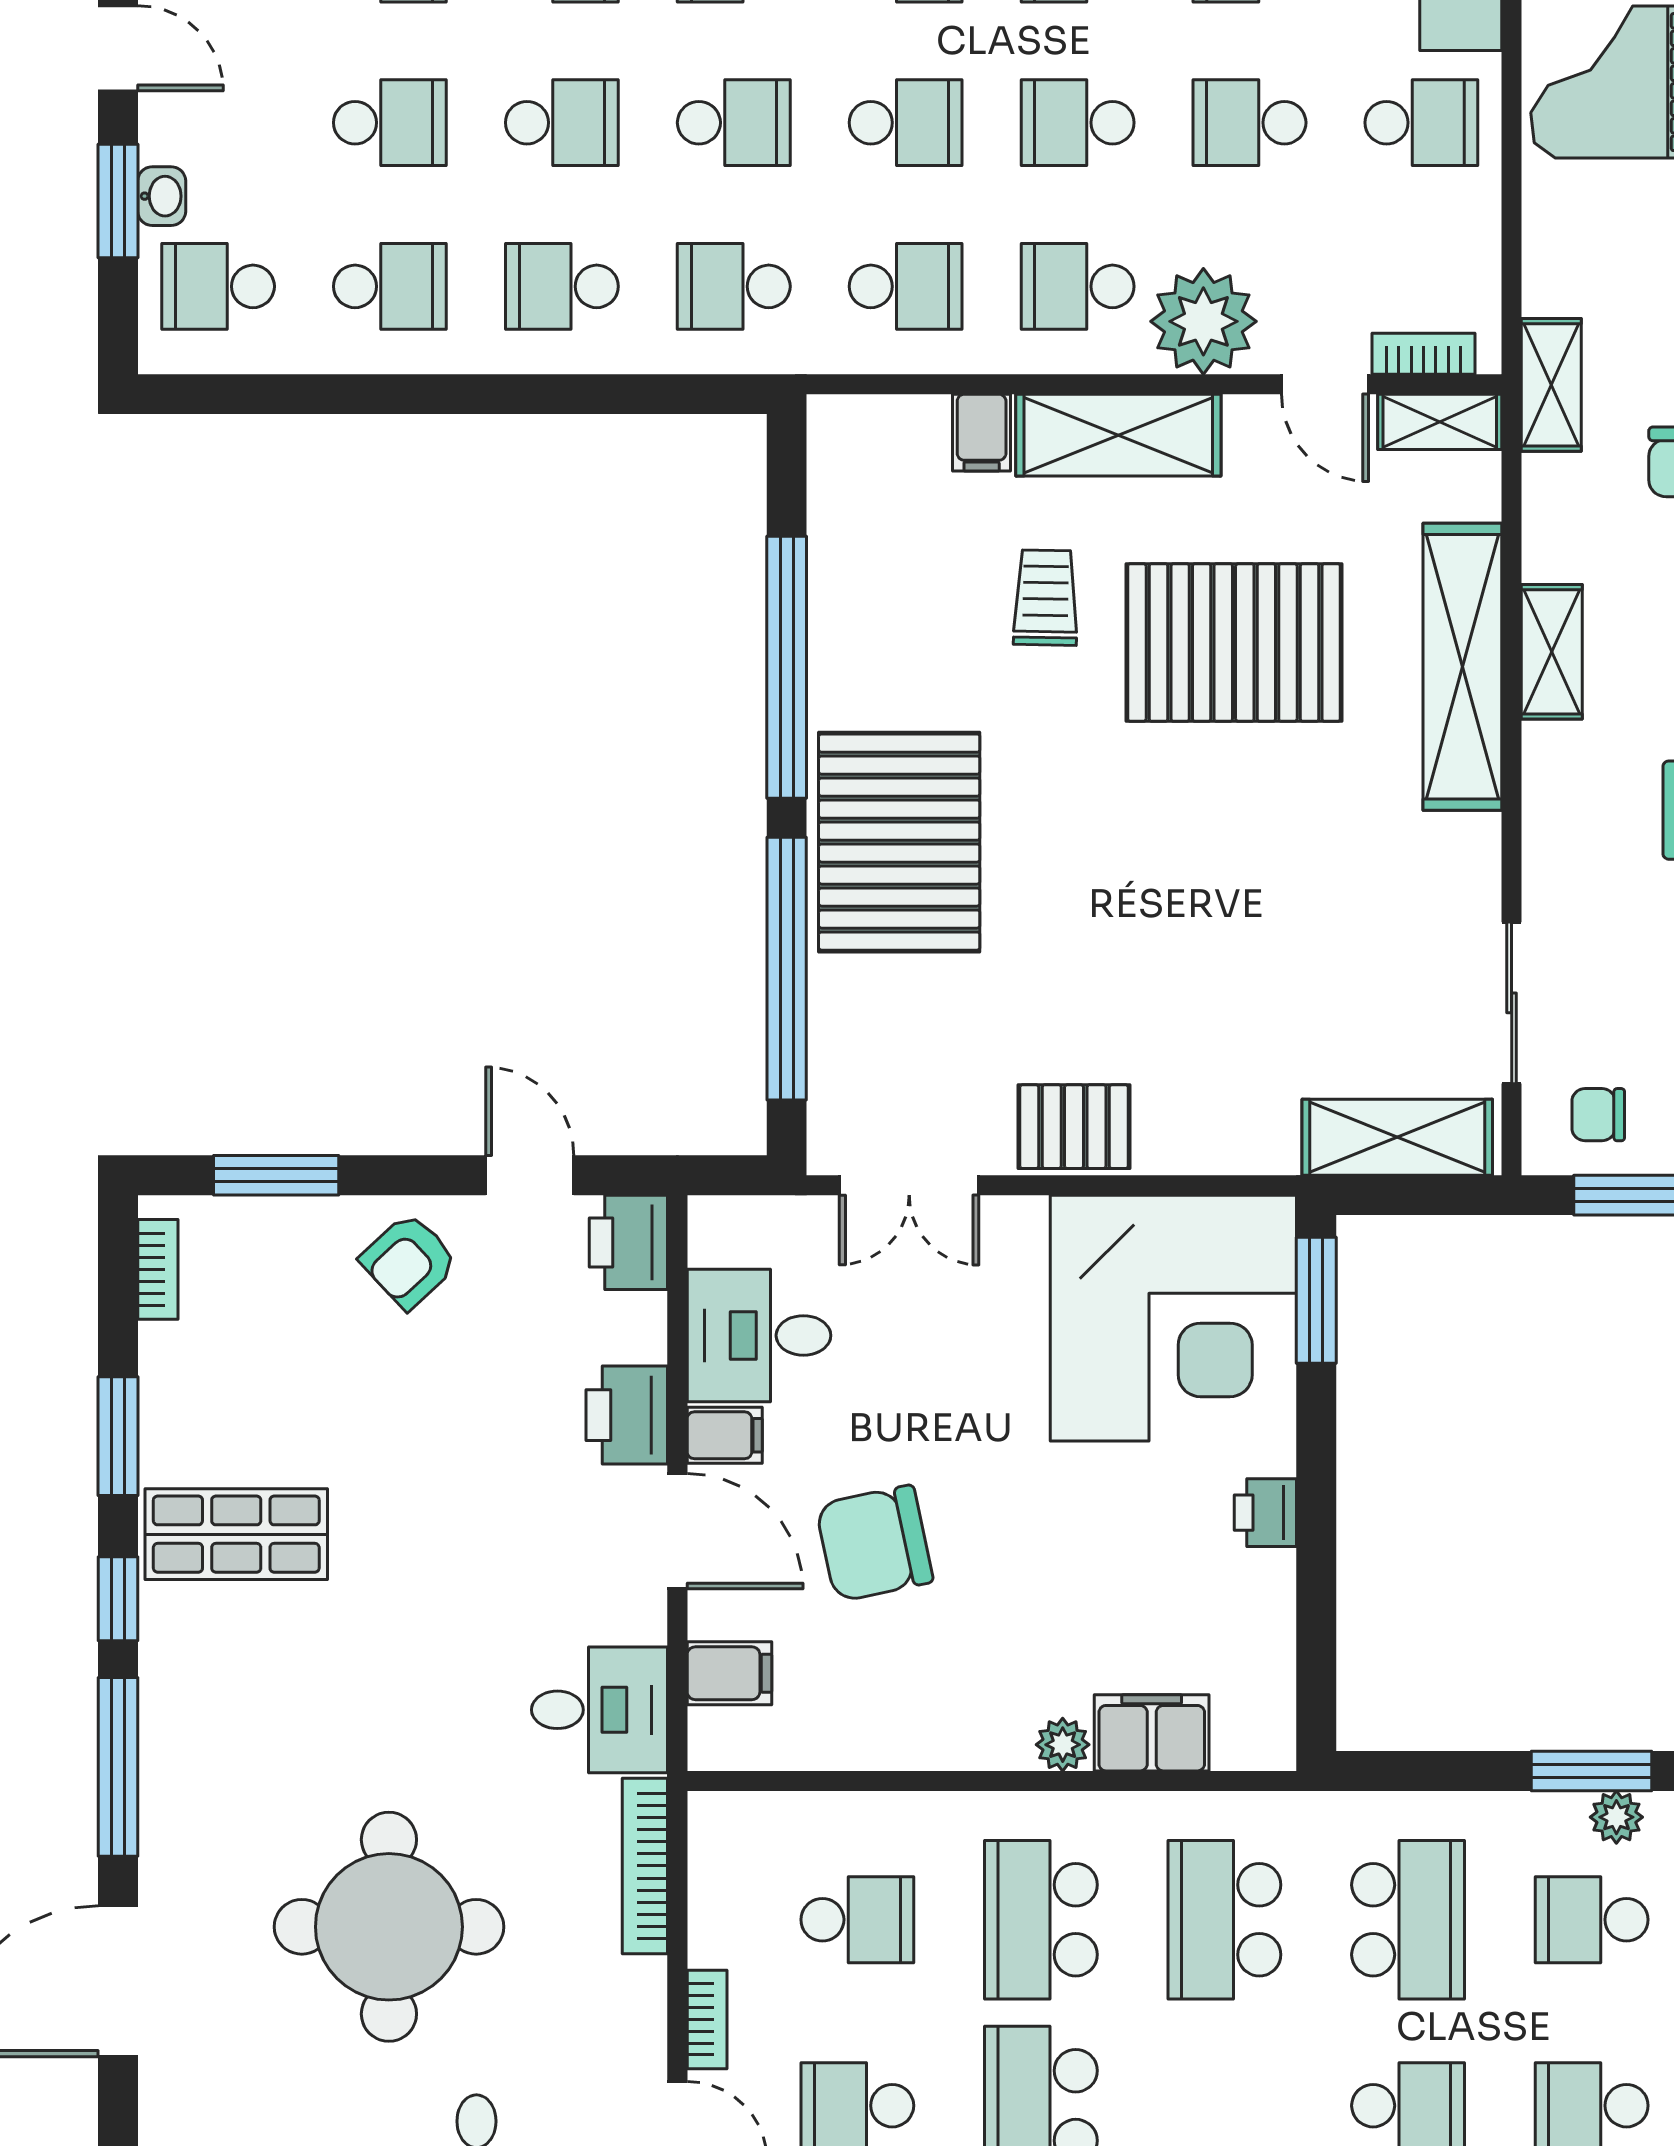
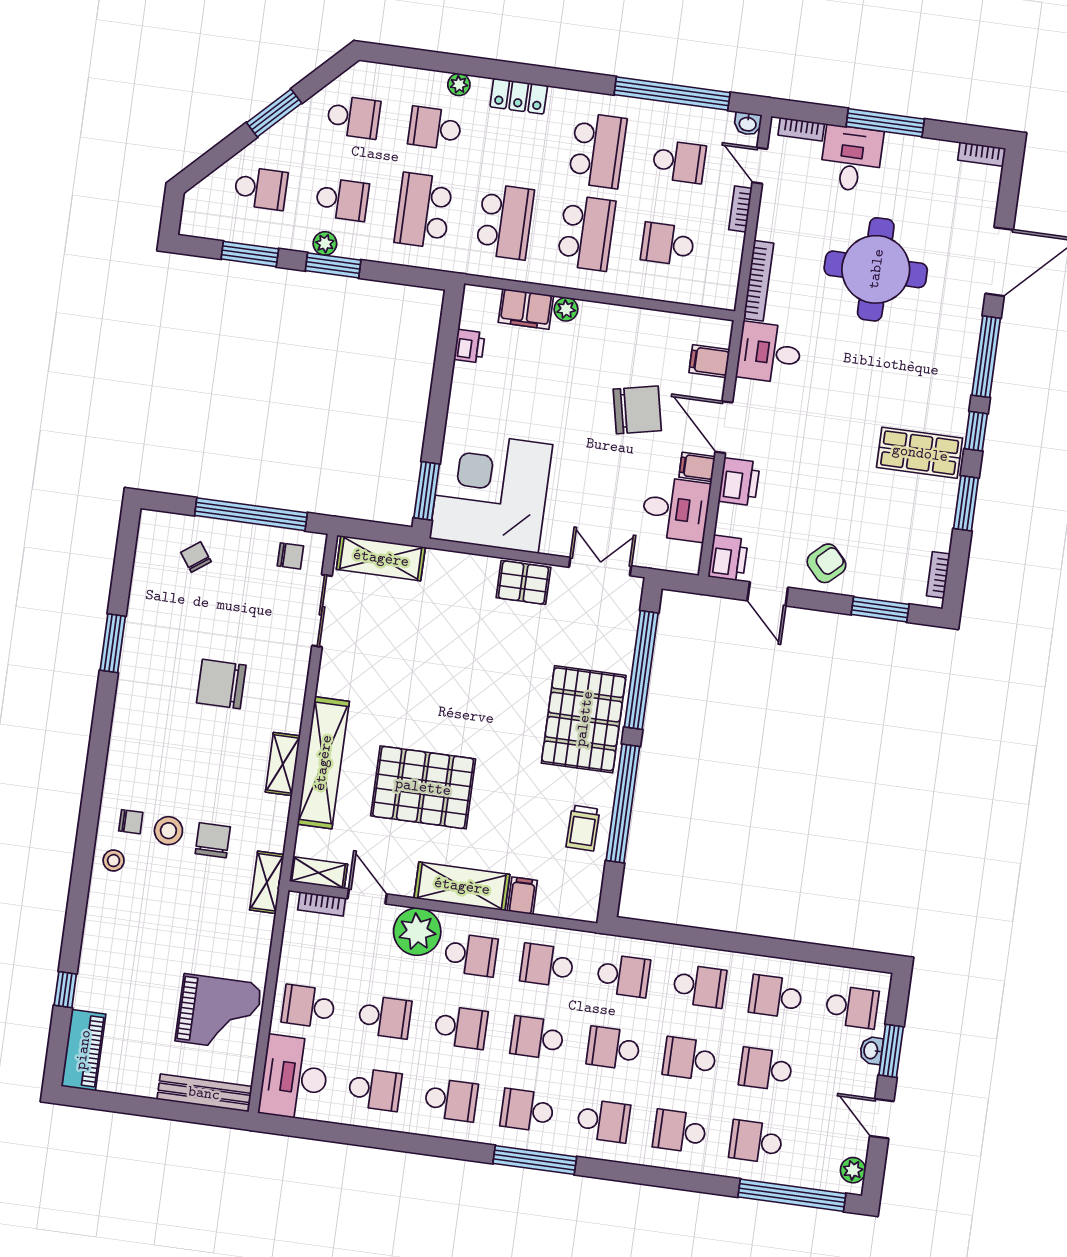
trolley: (1046, 598) -> (583, 828), moved
printer: (1265, 1513) -> (469, 346), moved

